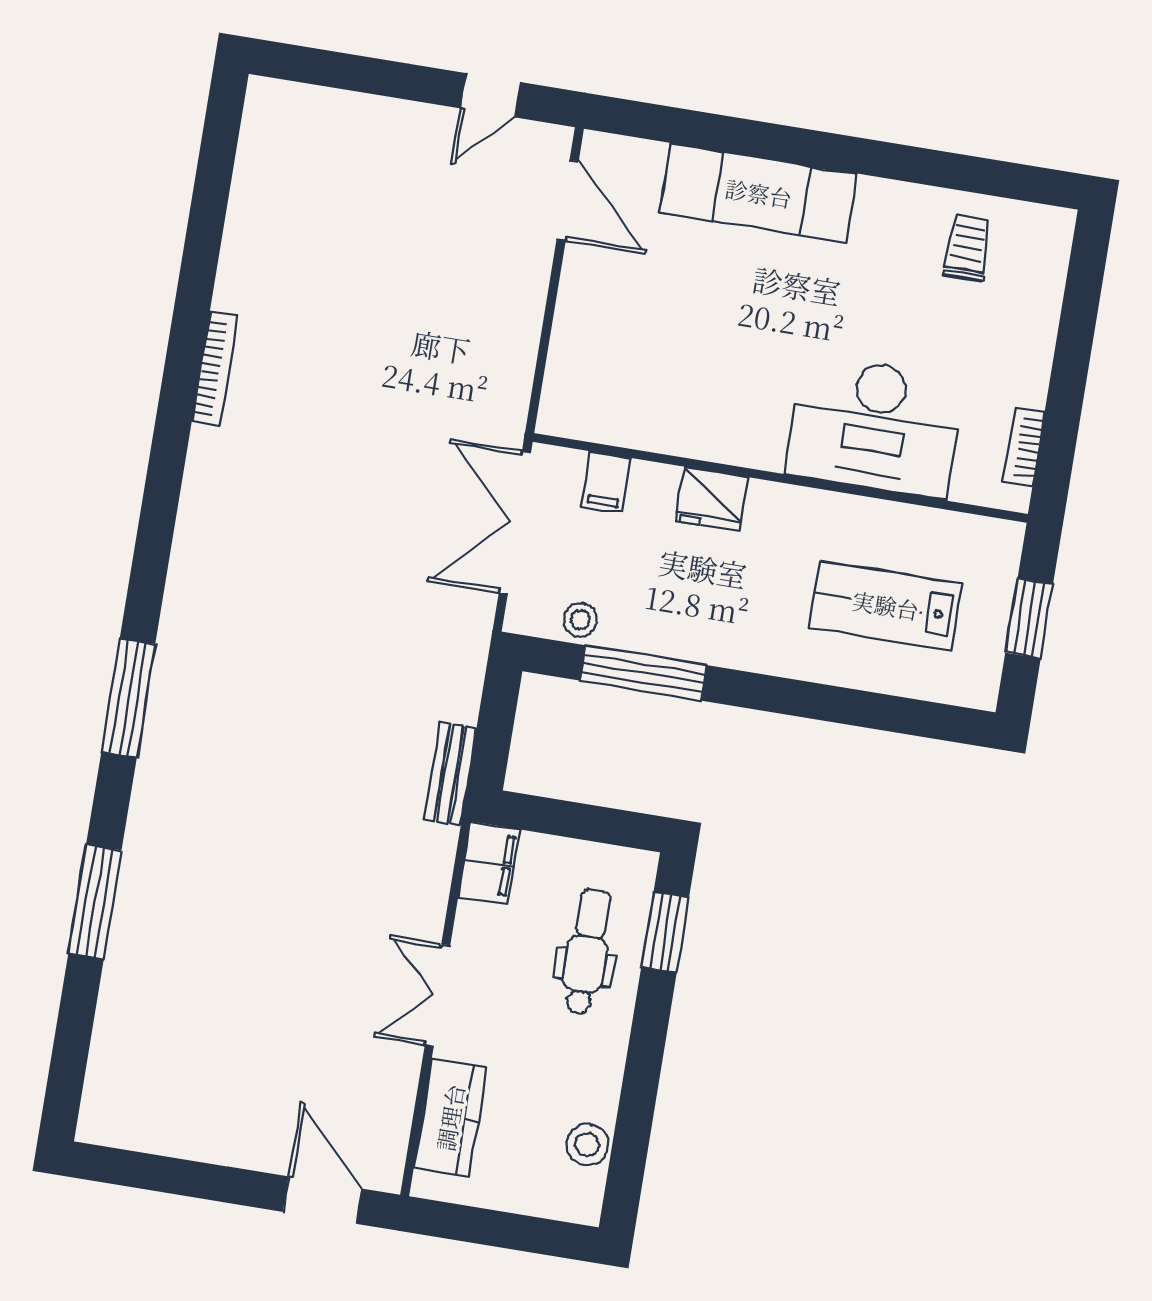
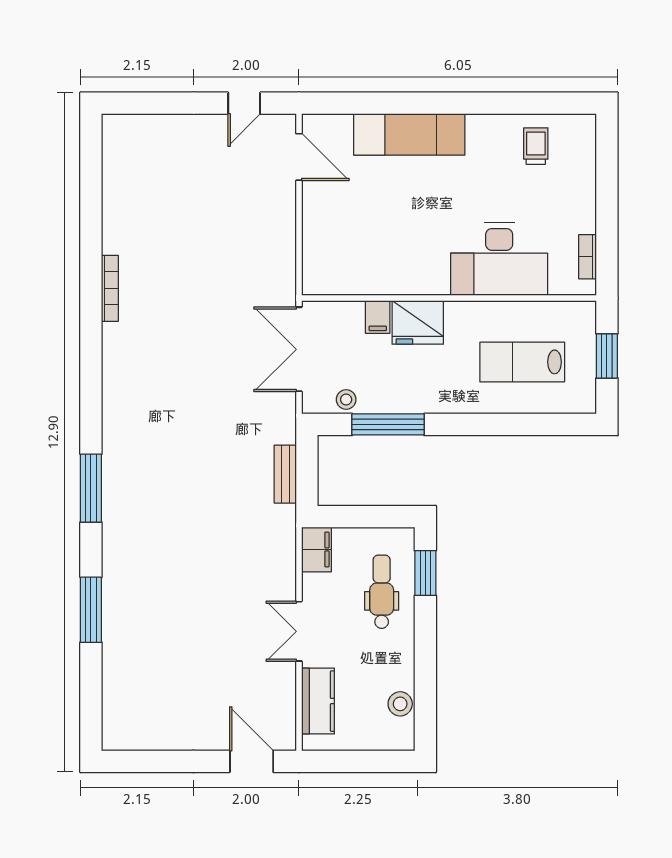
filing cabinet: (606, 482) -> (378, 317), moved
fridge: (711, 499) -> (418, 322), width x1.36, depth x1.34
bench: (450, 774) -> (285, 474), moved

